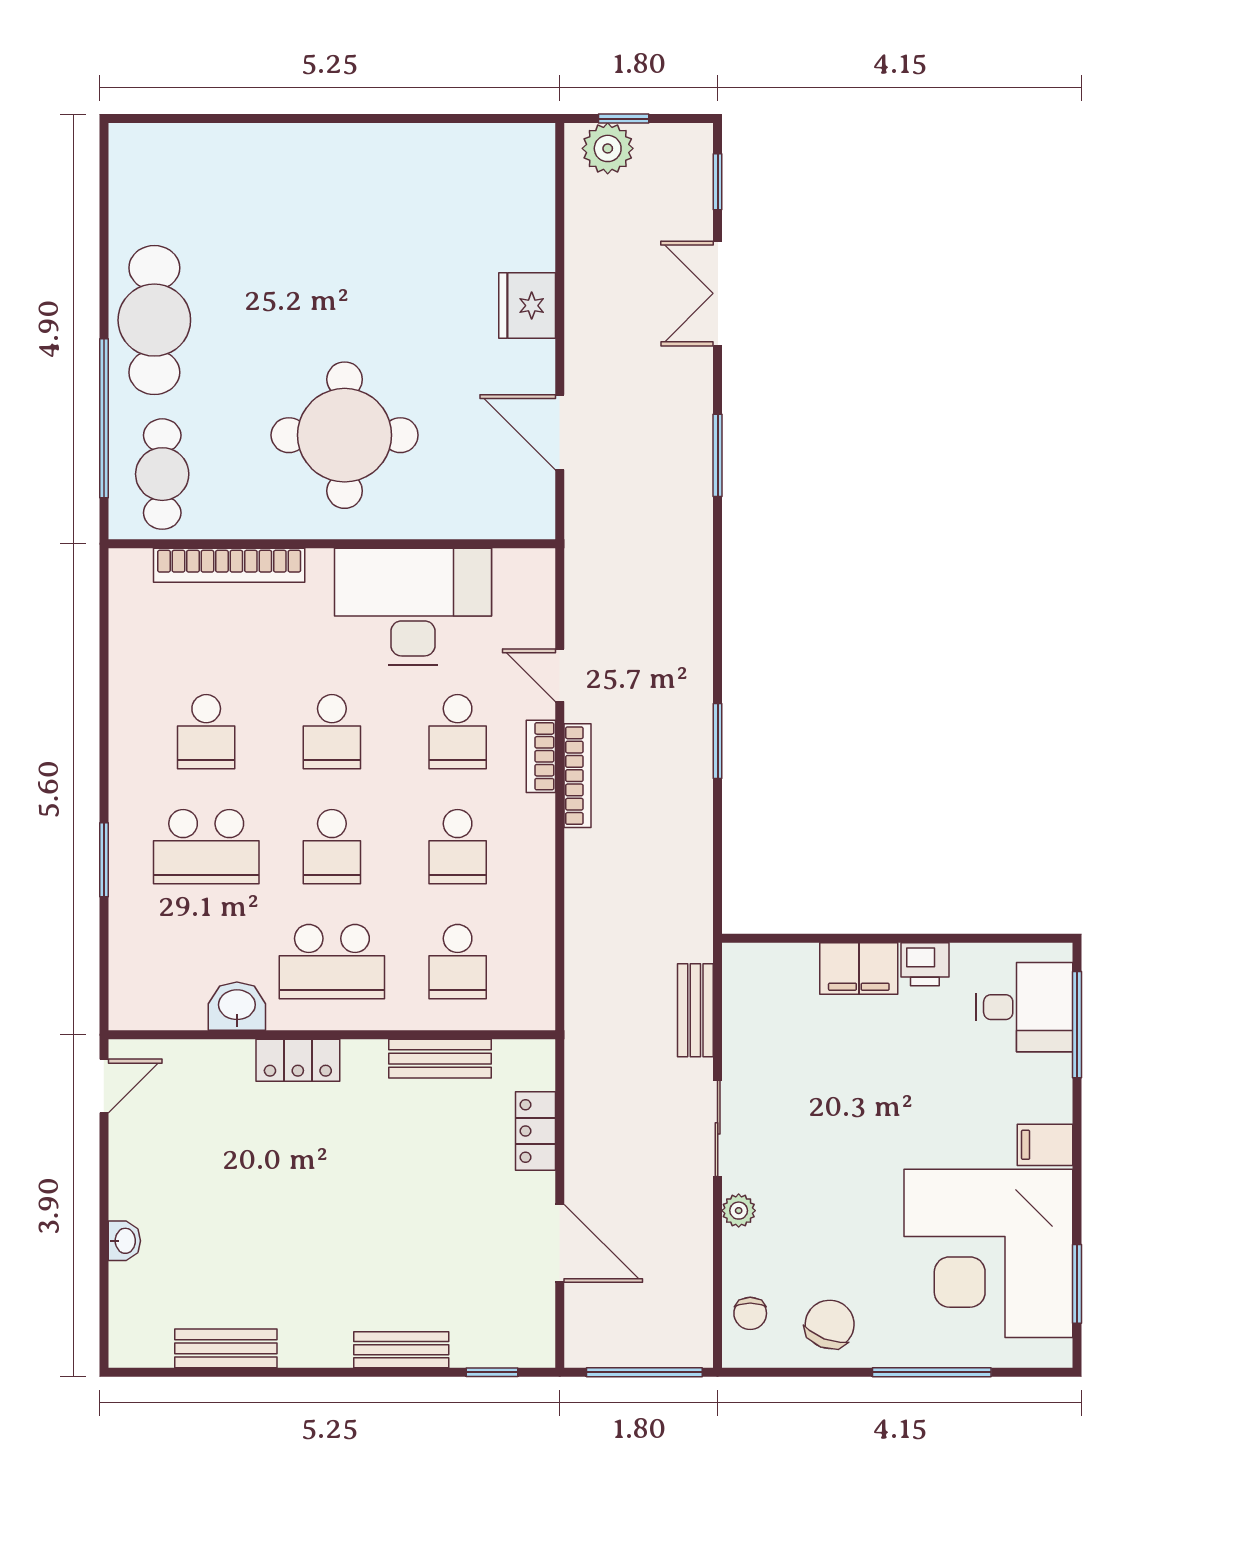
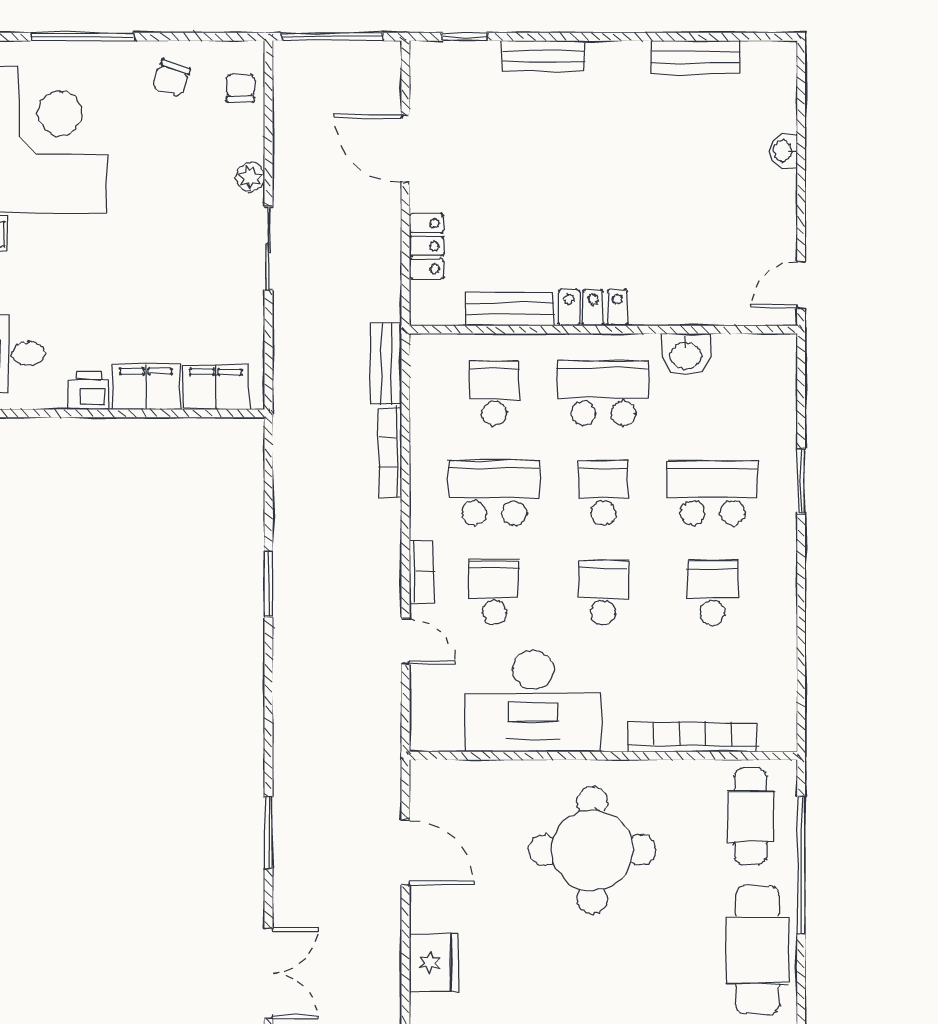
bookcase: (578, 776) -> (390, 452), moved
school desk: (458, 847) -> (494, 493), width x1.85
filing cabinet: (778, 968) -> (216, 387), added
bench: (695, 1010) -> (386, 363), moved
locker: (298, 1060) -> (593, 308), moved
chair: (830, 1324) -> (171, 78), width x0.73, depth x0.73

